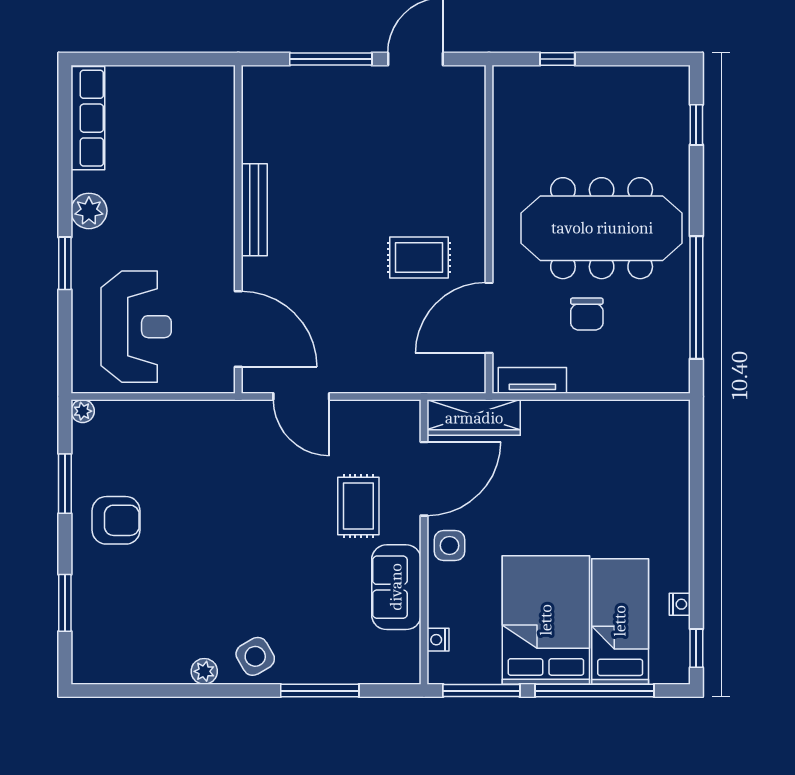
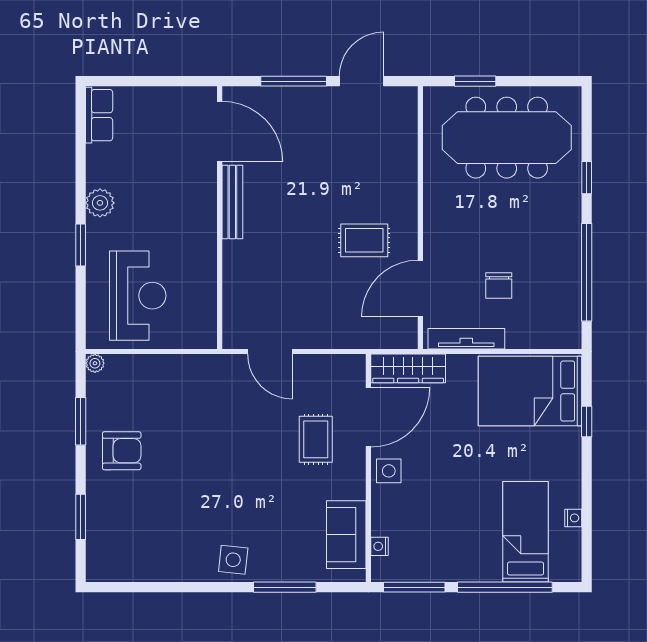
window: (557, 59) -> (475, 81), width x1.50
row of seats: (88, 118) -> (99, 115), width x0.68
window: (696, 125) -> (587, 178), moved
meeting table: (602, 228) -> (507, 138), moved
door: (238, 329) -> (220, 131), moved
tv unit: (532, 380) -> (466, 339), width x1.41
sofa: (396, 587) -> (346, 535), moved
bed: (546, 620) -> (530, 391), moved, turned -90
window: (696, 648) -> (587, 421), moved
side table: (255, 656) -> (233, 560), turned 36
plant: (204, 671) -> (192, 572), removed

